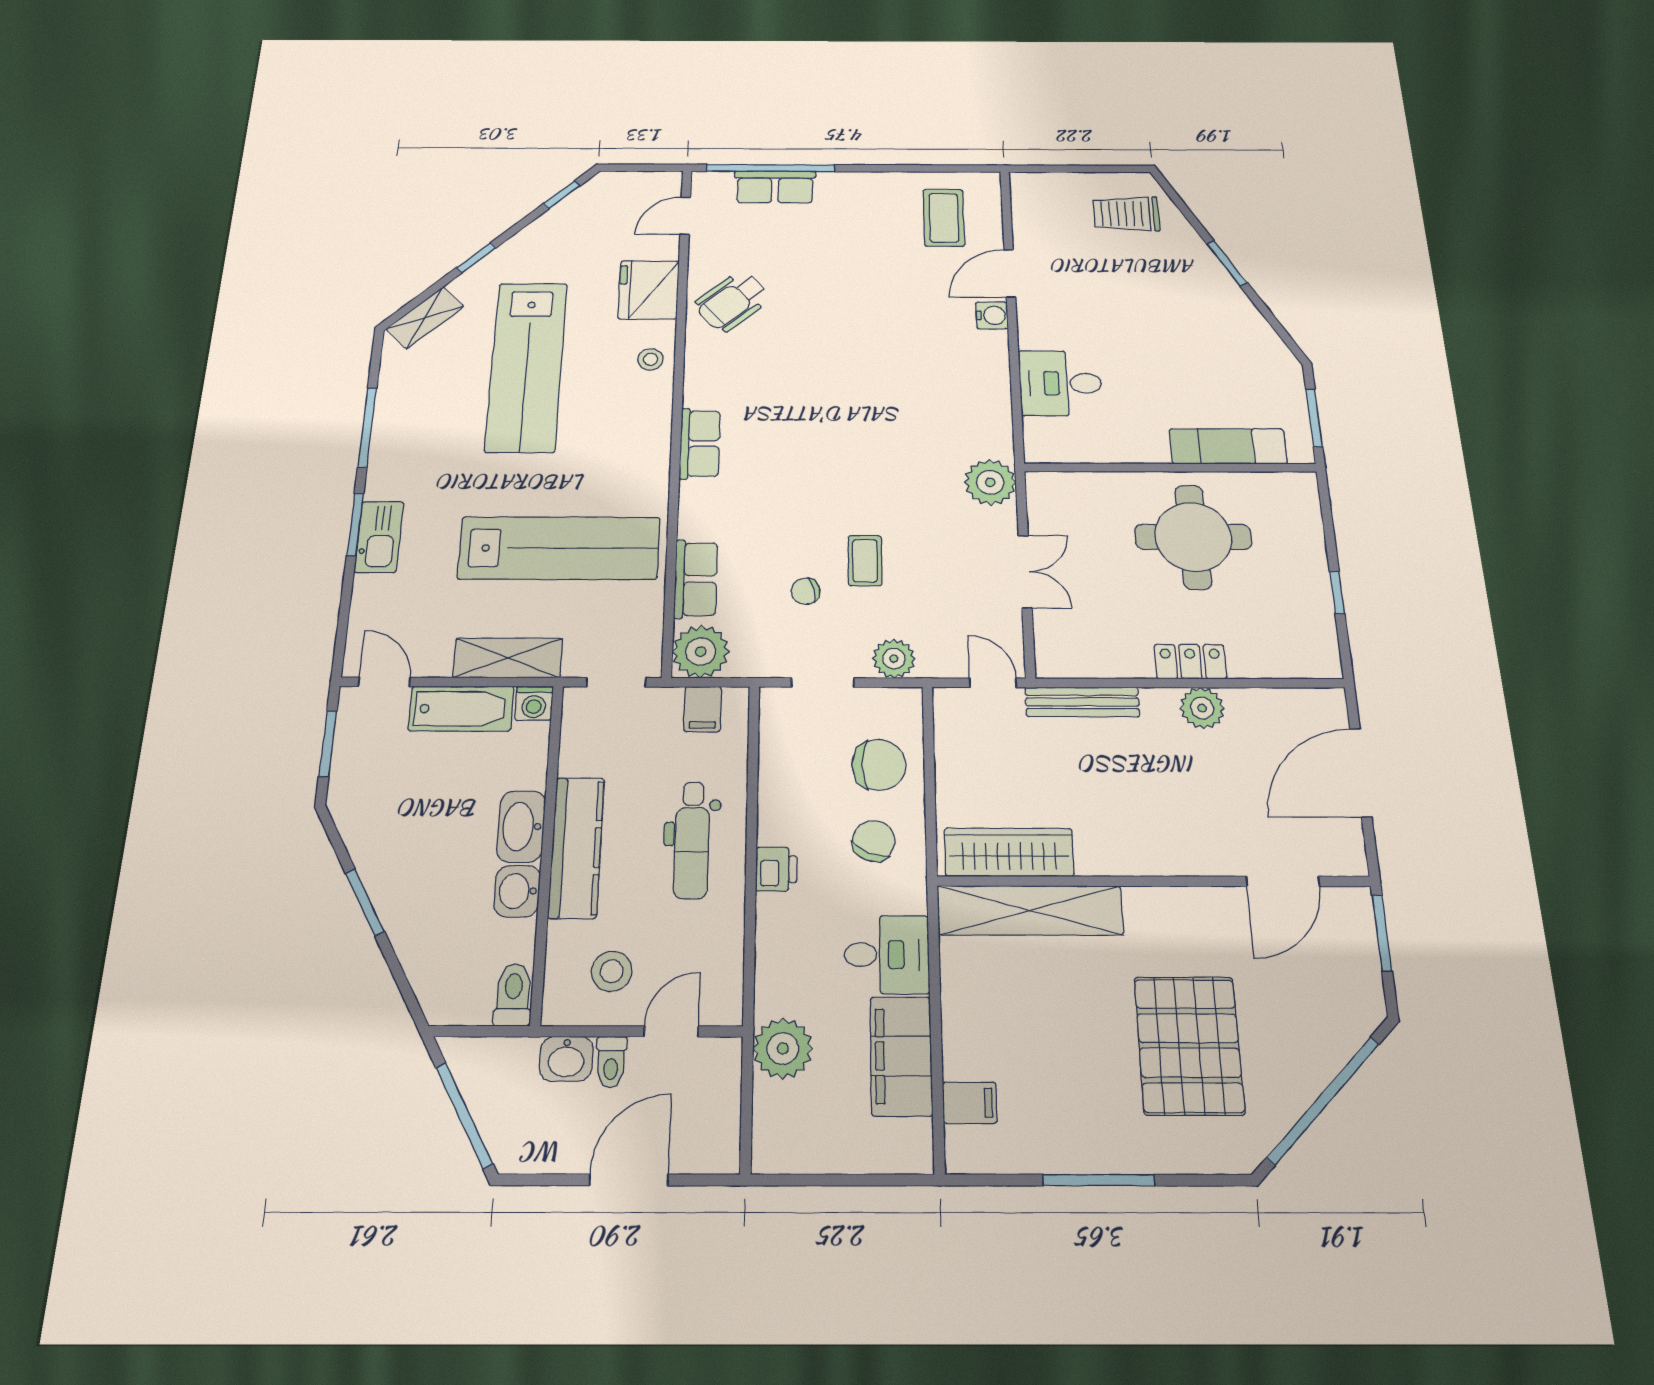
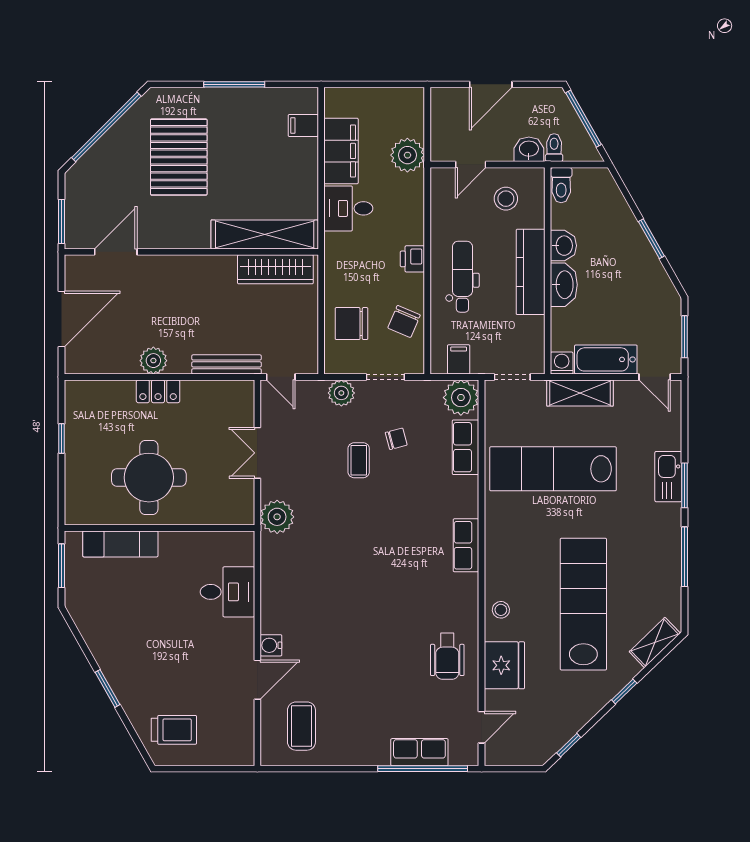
wheelchair: (732, 301) -> (447, 656), turned 131
chair: (874, 841) -> (404, 321), moved
toilet: (611, 1062) -> (554, 148), moved

